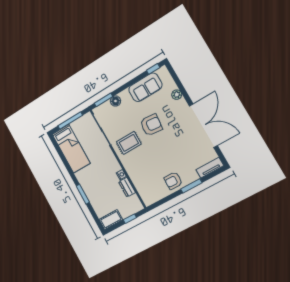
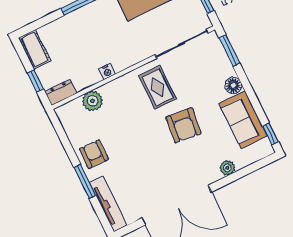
floor lamp: (115, 101) -> (233, 85), moved
tv unit: (210, 168) -> (108, 204), width x1.41
plant: (140, 183) -> (93, 101), added
dresser: (127, 187) -> (61, 92), moved

